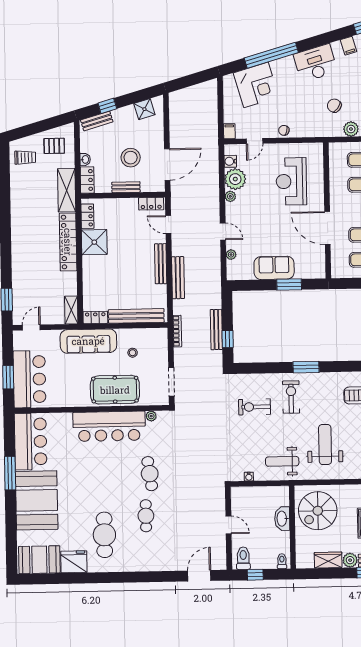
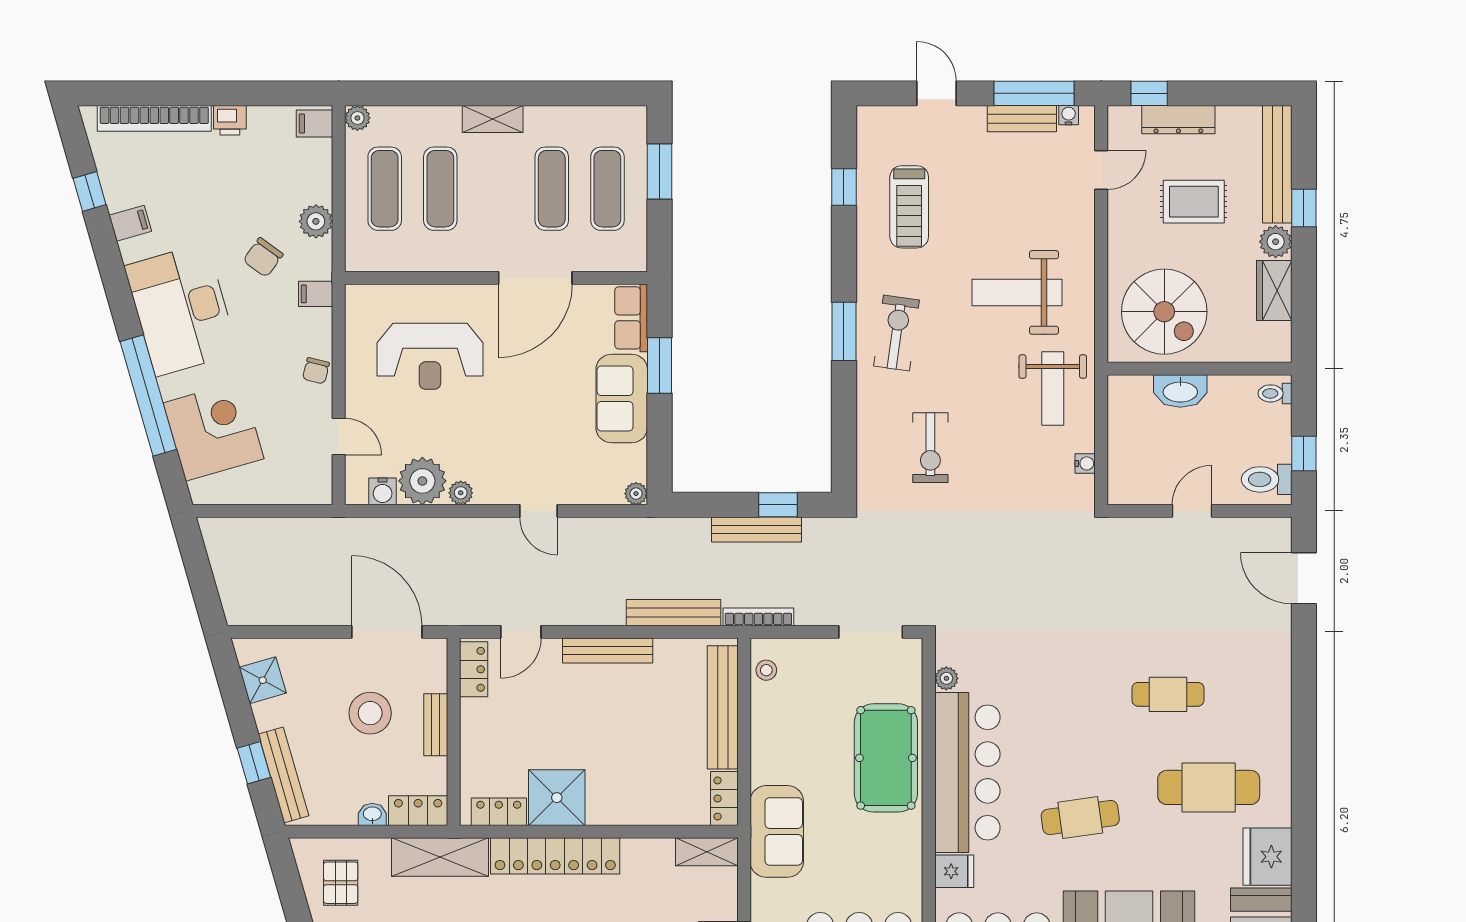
desk: (315, 63) -> (181, 310), width x1.36, depth x1.30
bench: (97, 121) -> (284, 775), width x1.36
filing cabinet: (229, 131) -> (316, 294), moved
door: (223, 231) -> (538, 511), swing flipped
plant: (231, 255) -> (636, 494), moved
row of seats: (310, 271) -> (631, 318), added
bench: (178, 278) -> (674, 613), moved
sofa: (88, 341) -> (777, 831), width x0.73
stool: (133, 353) -> (766, 670), moved
exercise bike: (291, 397) -> (896, 333), moved, turned 98
fridge: (65, 421) -> (954, 871), added
cafe table: (150, 474) -> (1080, 818), moved

